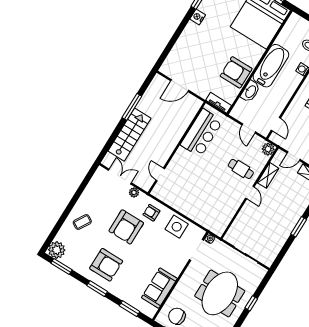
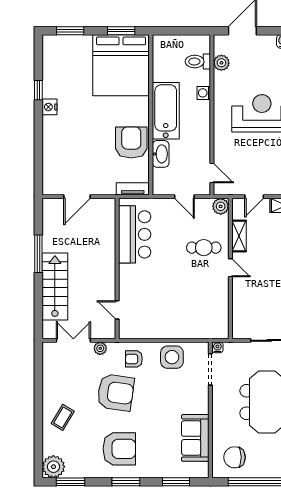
armchair: (236, 72) -> (131, 142), turned 90
armchair: (126, 227) -> (116, 392), turned -82

